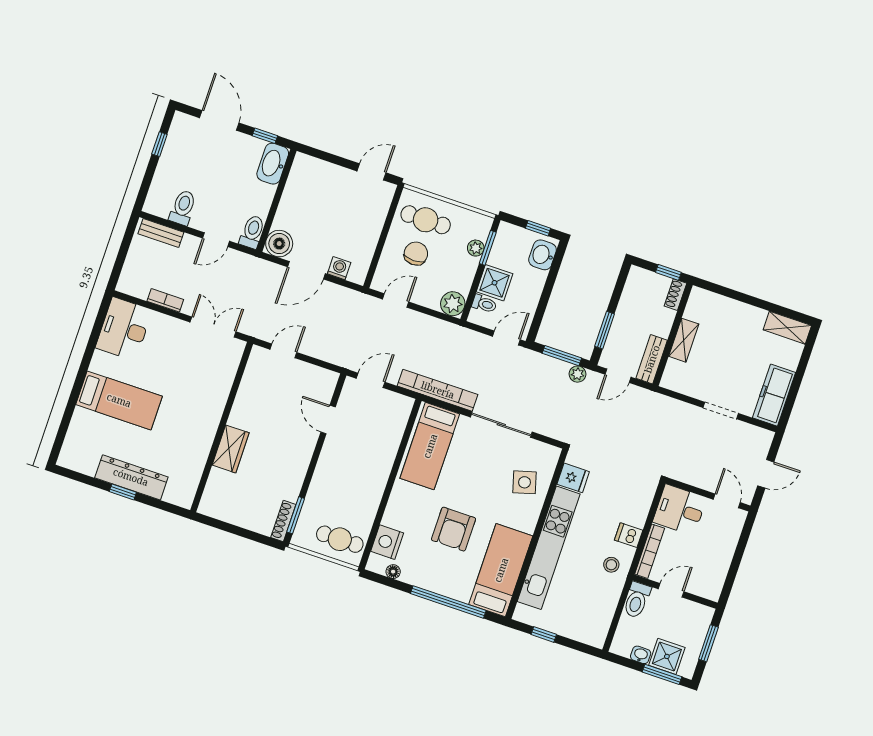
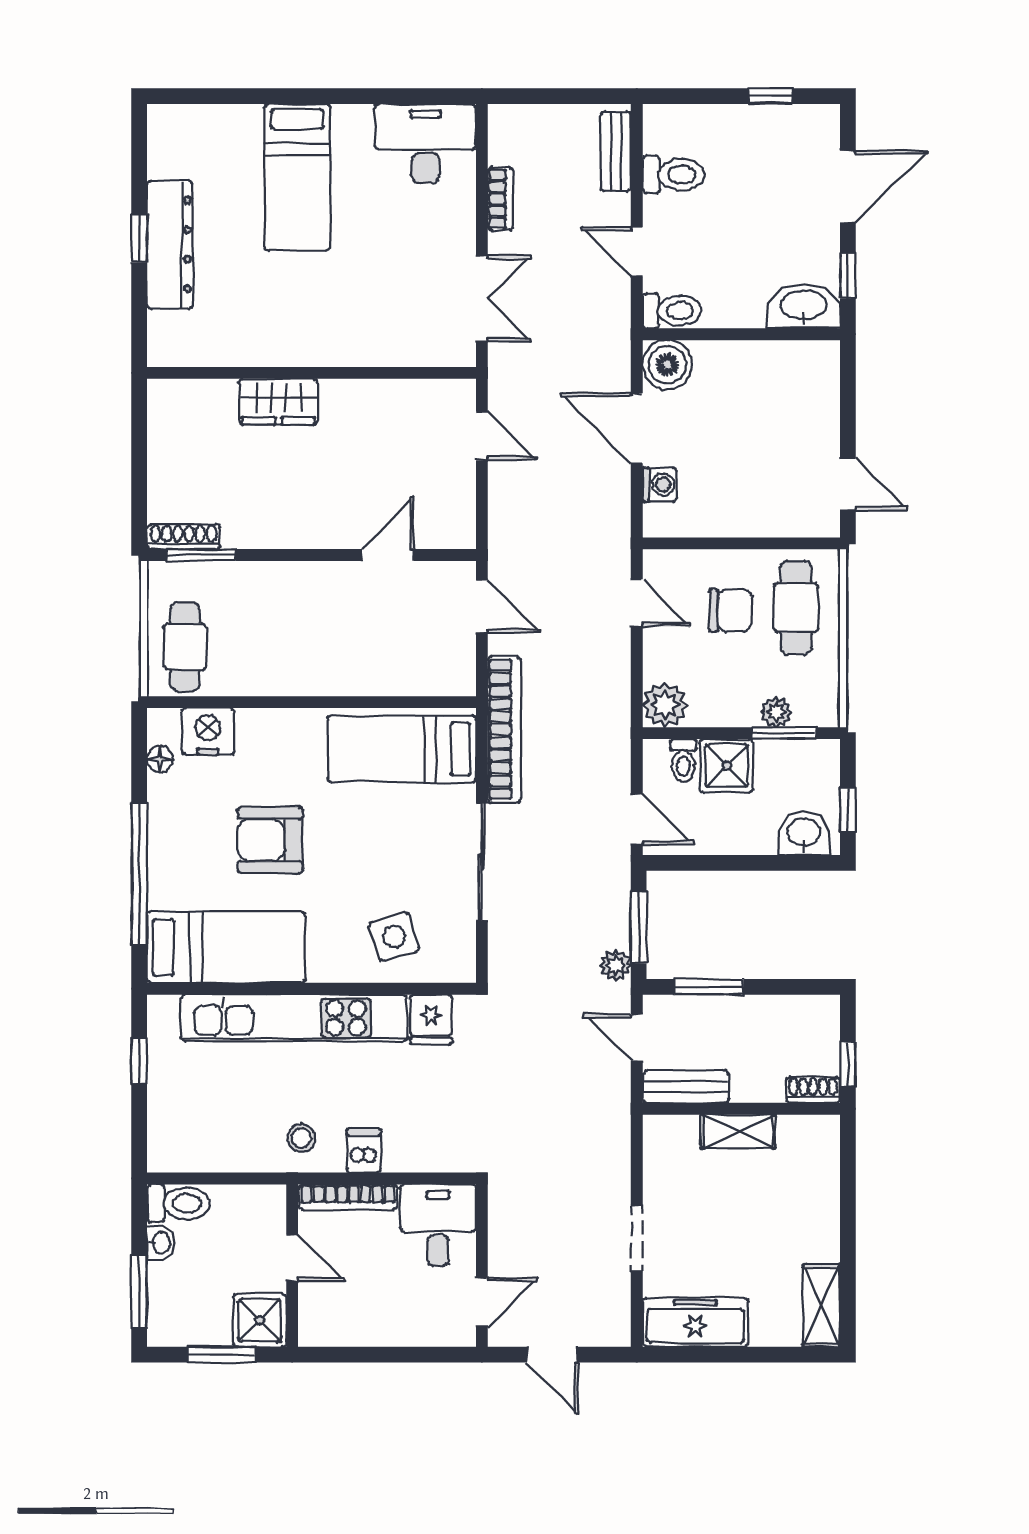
toilet: (637, 600) -> (178, 1203), moved, turned 180
shower: (667, 656) -> (260, 1320), moved

